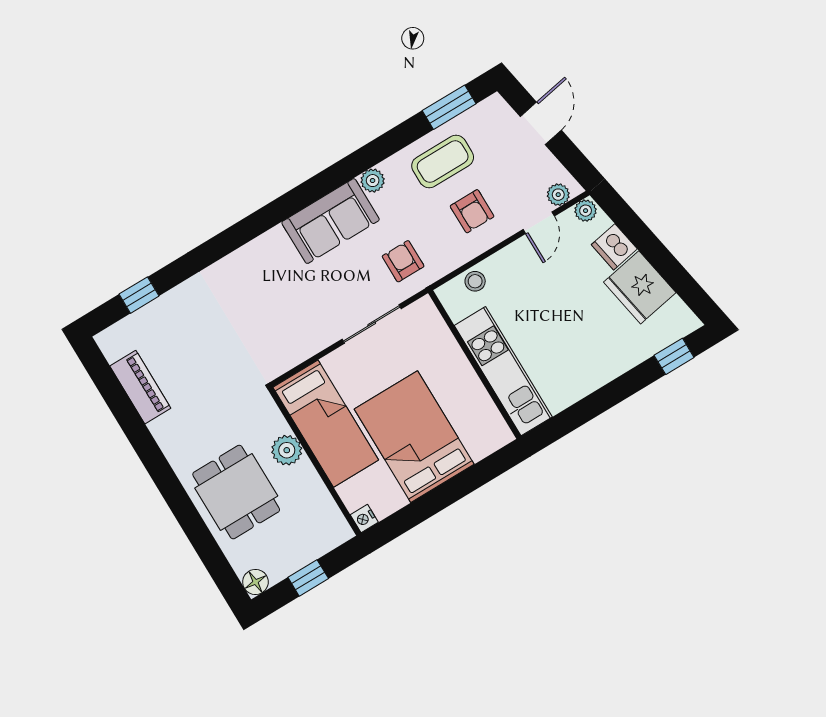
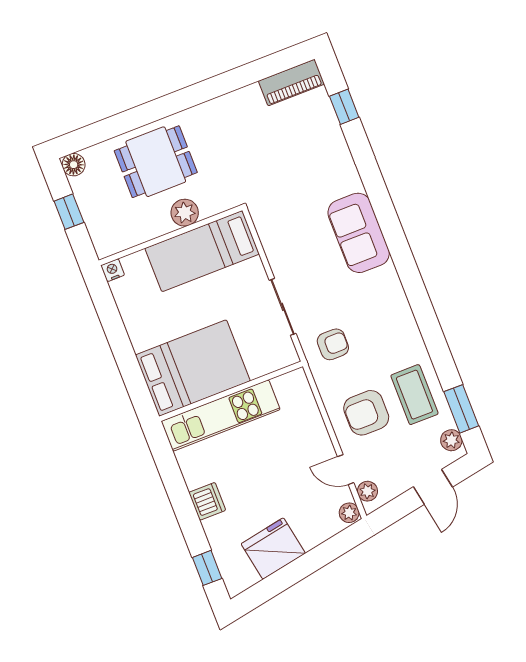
door: (541, 123) -> (433, 487), hinge flipped
plant: (373, 181) -> (451, 440), moved
armchair: (472, 211) -> (366, 413), width x1.38, depth x1.38
sofa: (331, 221) -> (359, 233), moved
dishwasher: (614, 247) -> (207, 501), moved, turned 100
stool: (475, 281) -> (304, 405), removed
piano: (140, 387) -> (291, 83), moved
bed: (414, 437) -> (193, 368), moved

